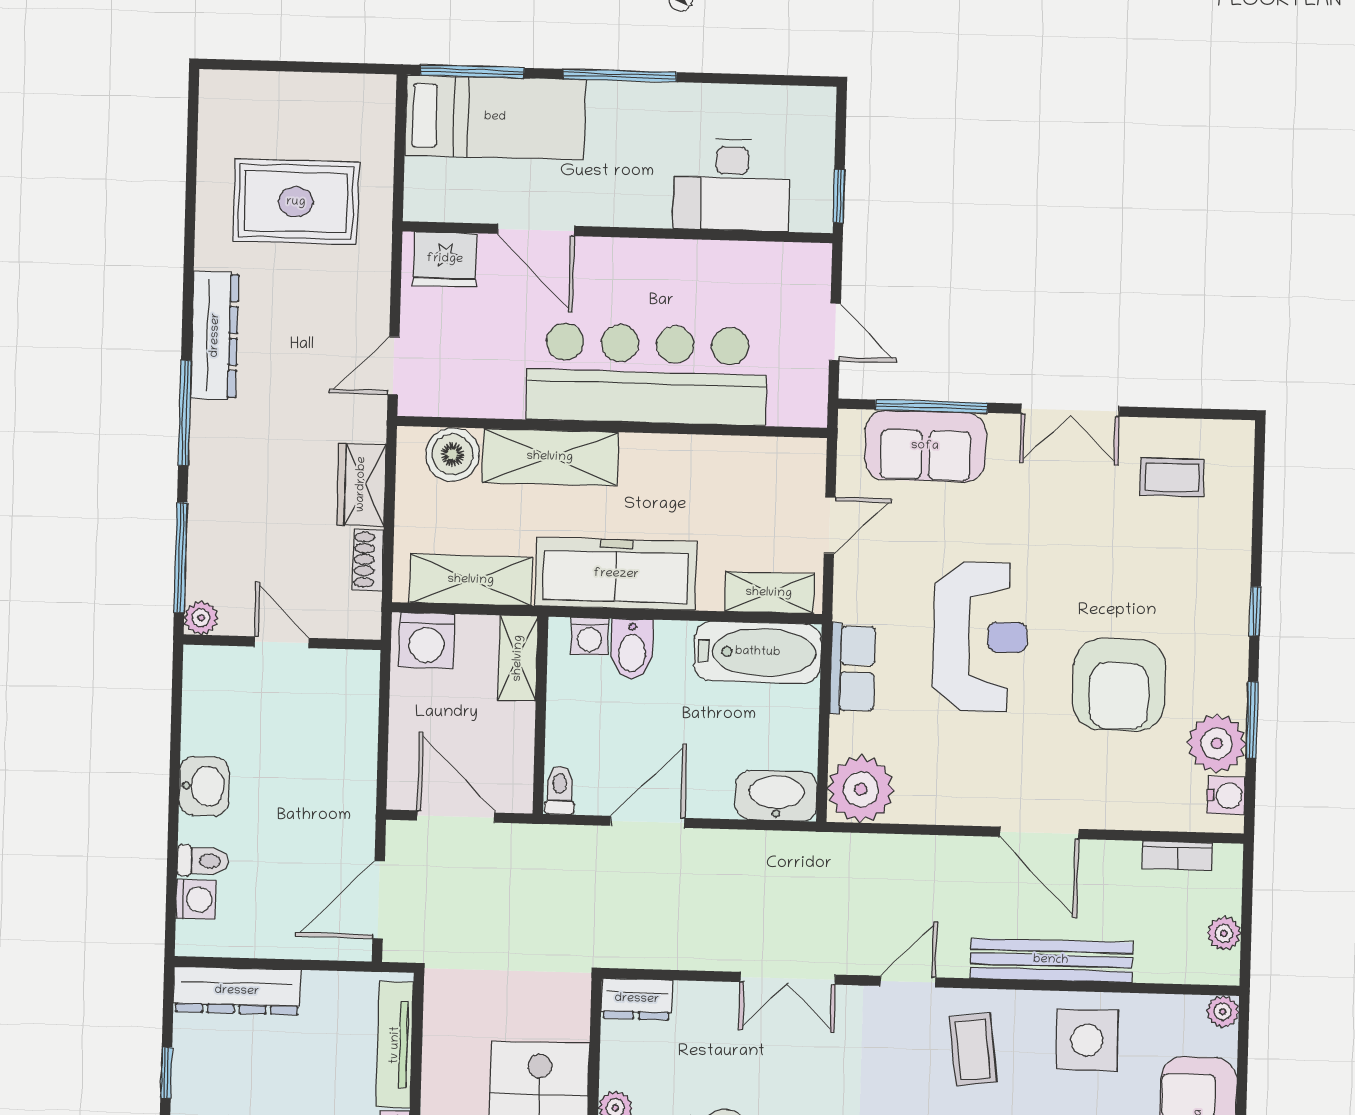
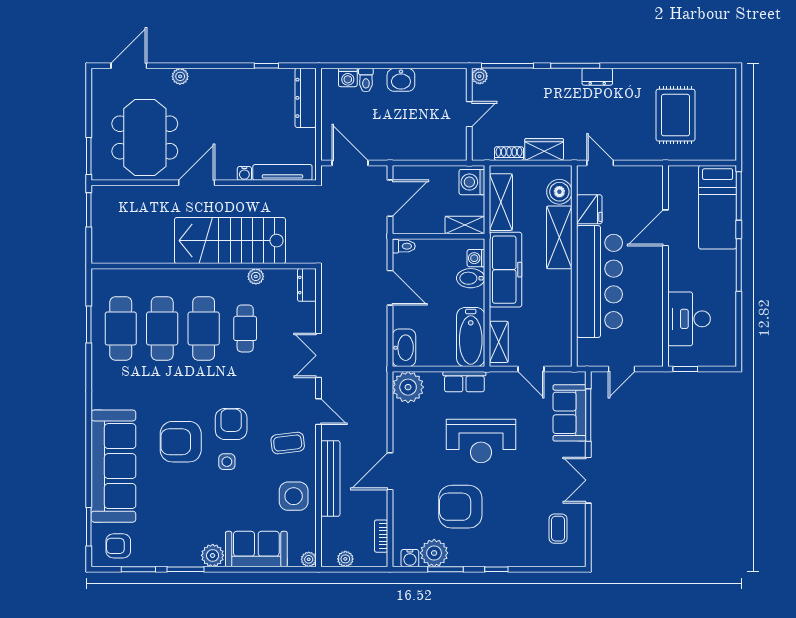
fridge: (445, 259) -> (589, 209), moved, turned 180
dresser: (215, 335) -> (597, 77), width x0.51, depth x0.80

